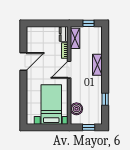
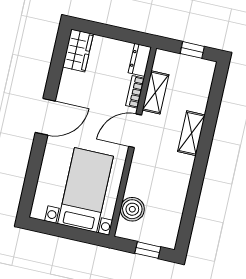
wardrobe: (32, 36) -> (78, 51), added
shelving: (75, 38) -> (155, 92), moved
door: (23, 62) -> (45, 117), moved
window: (105, 99) -> (192, 203), removed

